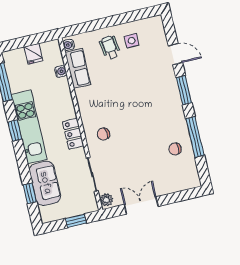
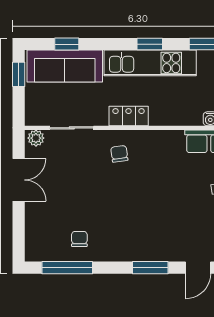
window: (195, 137) -> (67, 268), moved
sofa: (45, 183) -> (65, 66), width x1.36
window: (76, 221) -> (19, 74), moved

